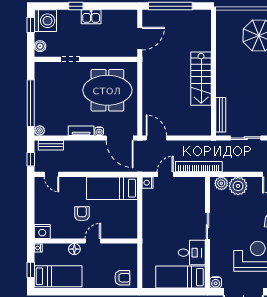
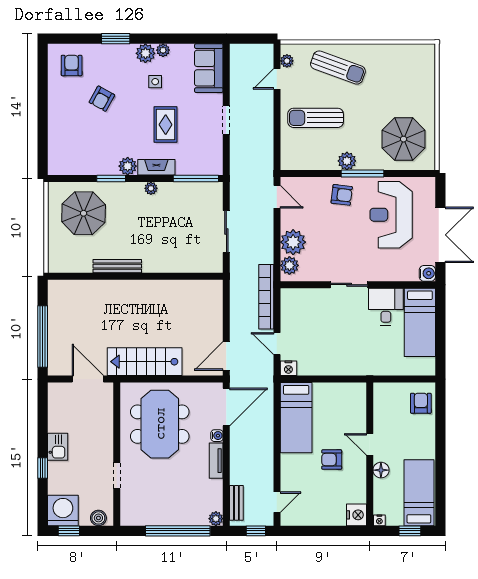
stairs: (201, 79) -> (145, 362), moved, turned 180
bench: (221, 115) -> (117, 266), moved

